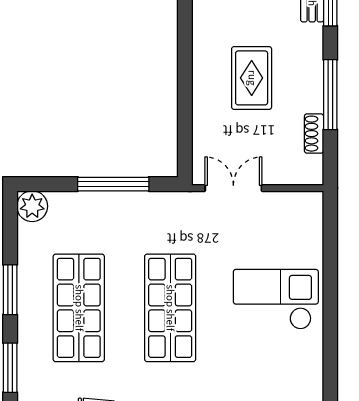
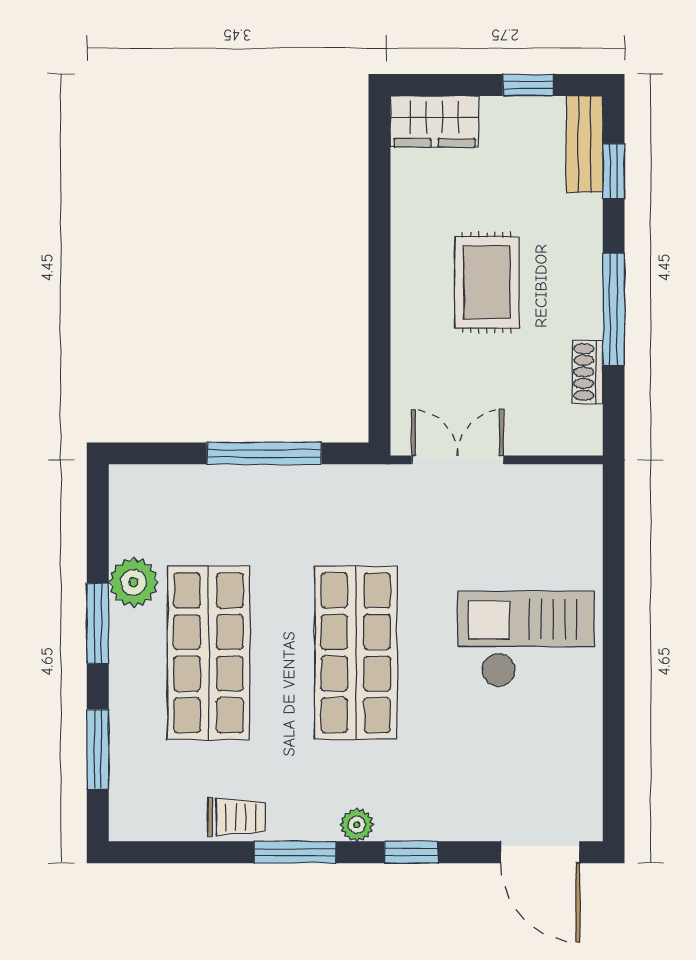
plant: (32, 206) -> (134, 582), moved

